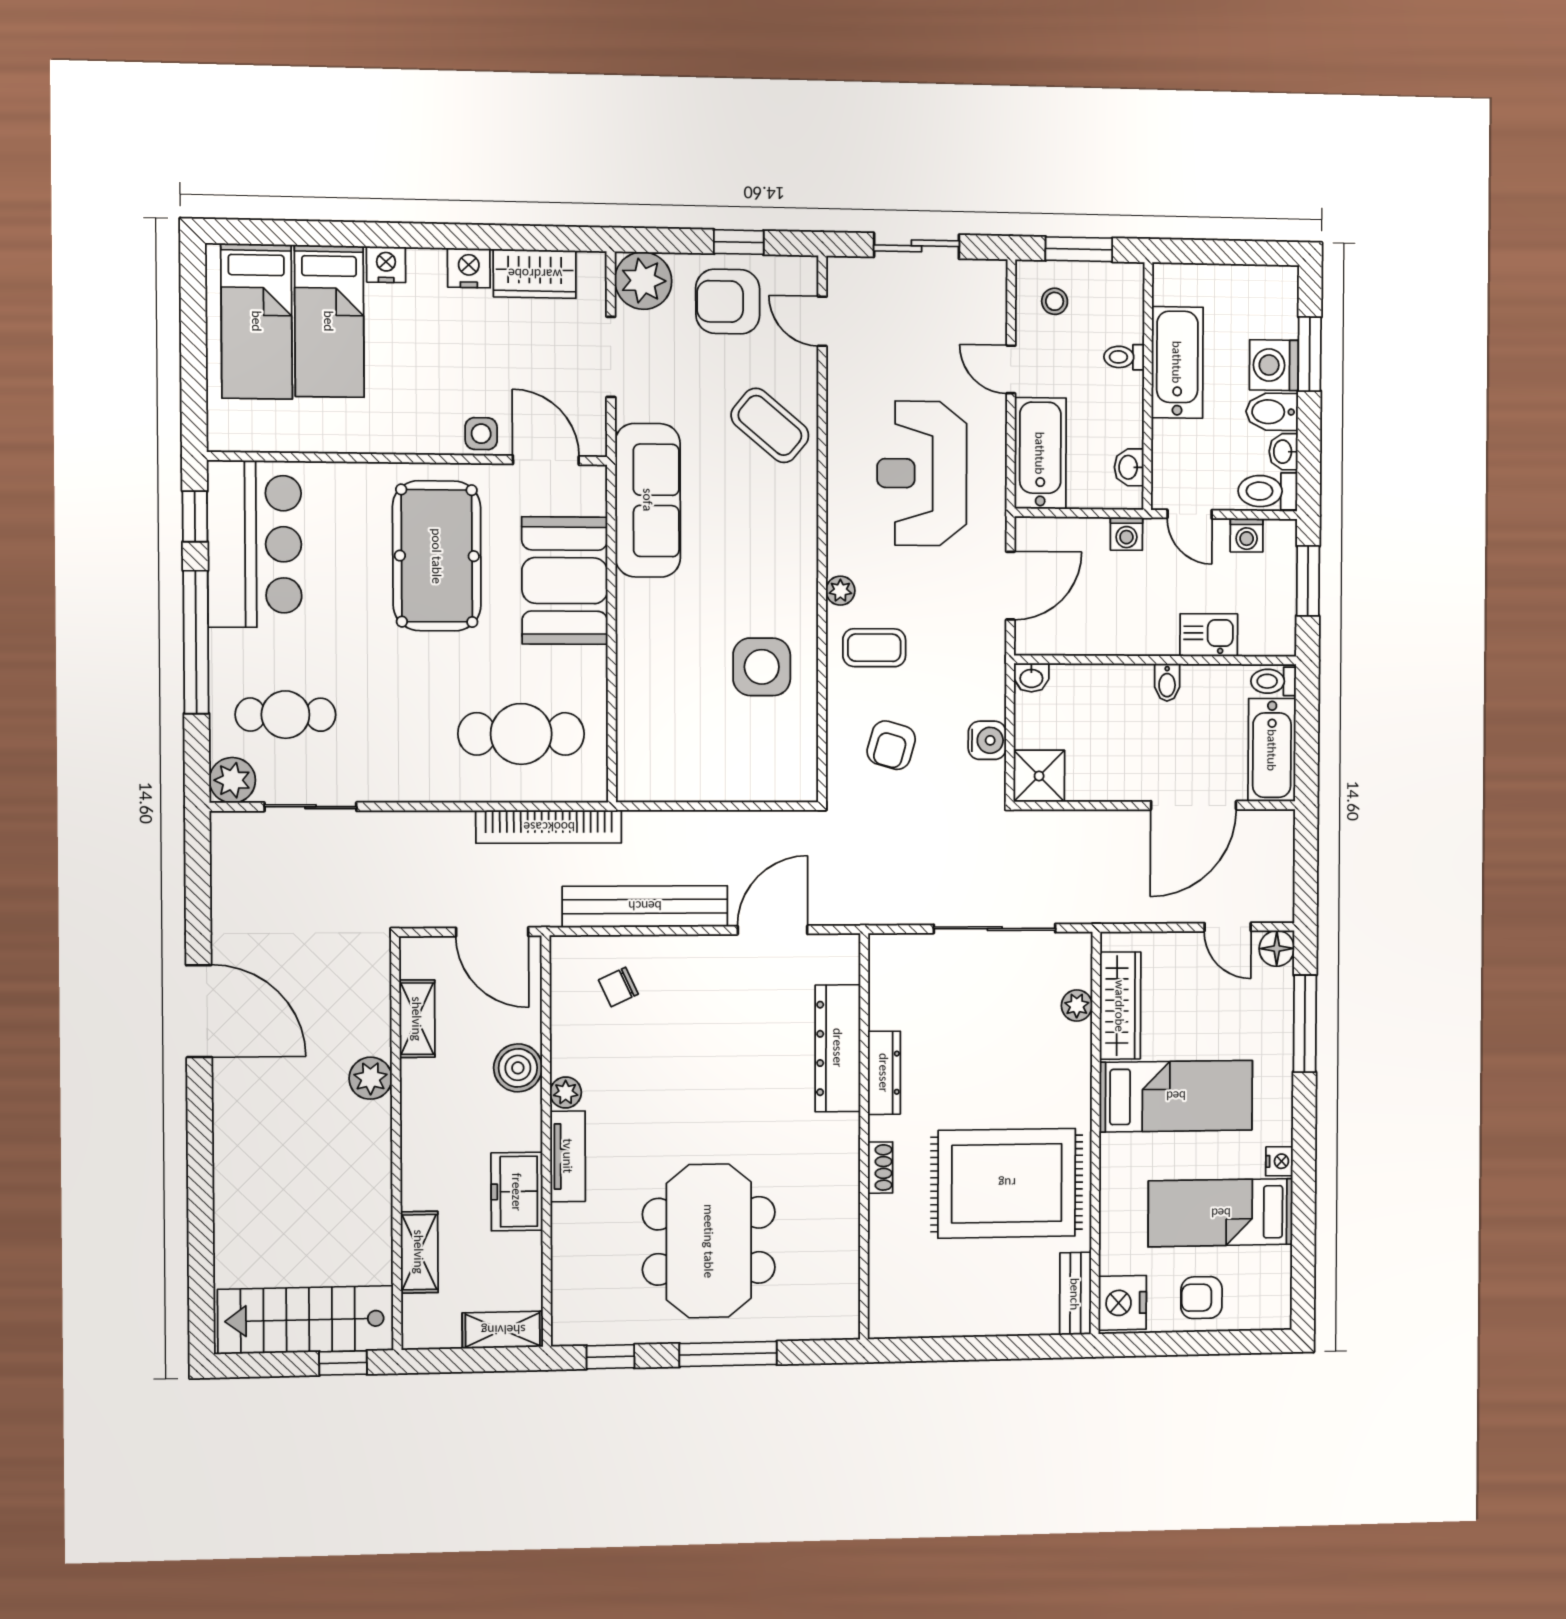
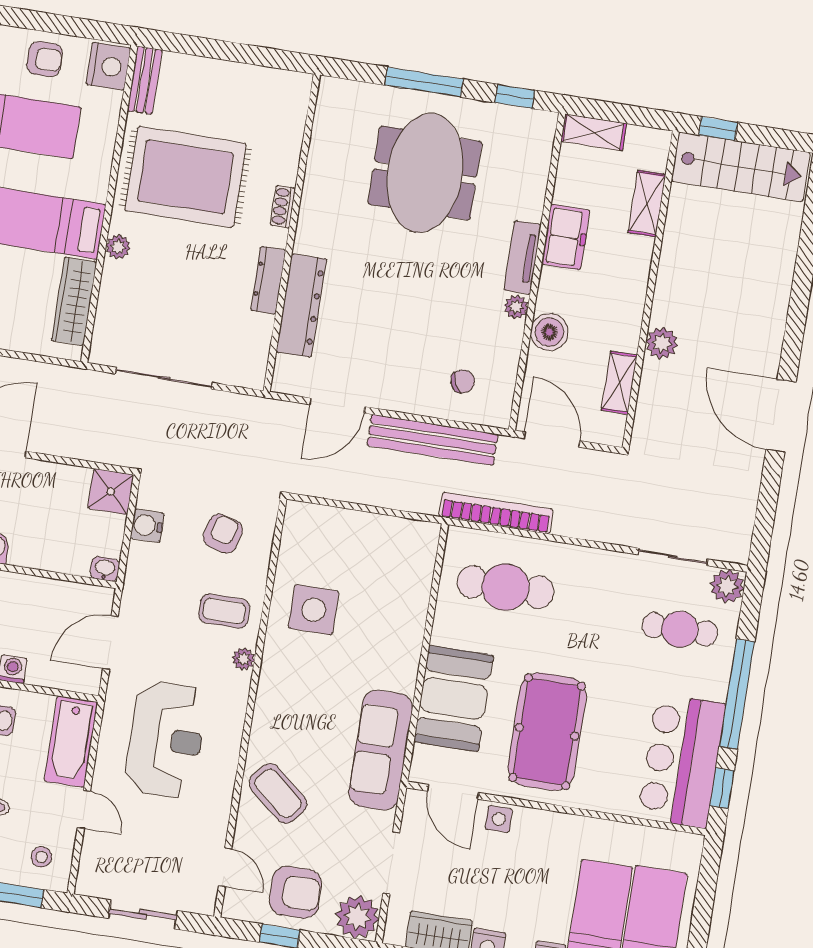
plant: (1077, 1006) -> (118, 247), moved

